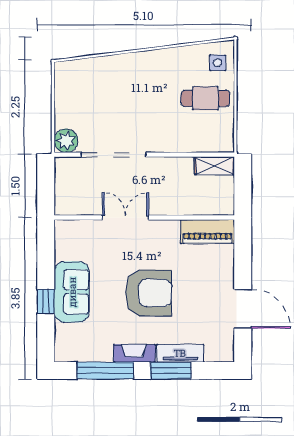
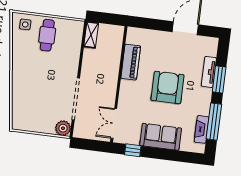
double door: (126, 218) -> (114, 123), moved
piano: (207, 232) -> (131, 62), moved
window: (46, 301) -> (133, 150), moved
fireplace: (134, 353) -> (202, 129), moved

